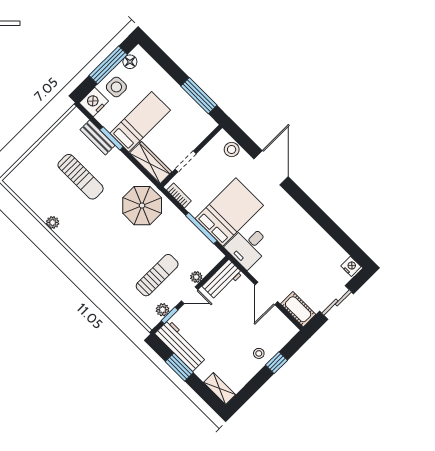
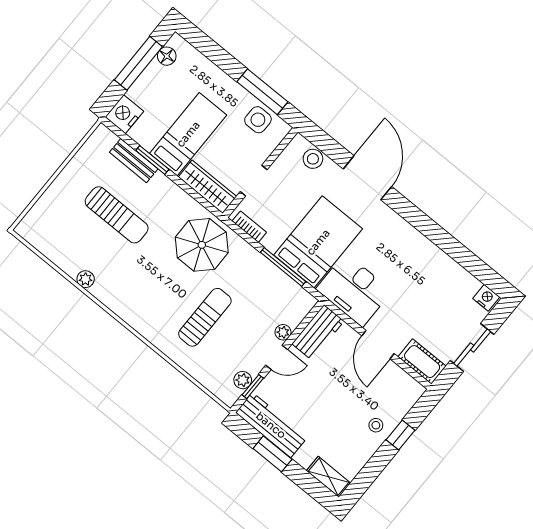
side table: (116, 87) -> (258, 120), moved
desk: (248, 246) -> (354, 290), width x1.37
sun lounger: (157, 275) -> (205, 317), moved

